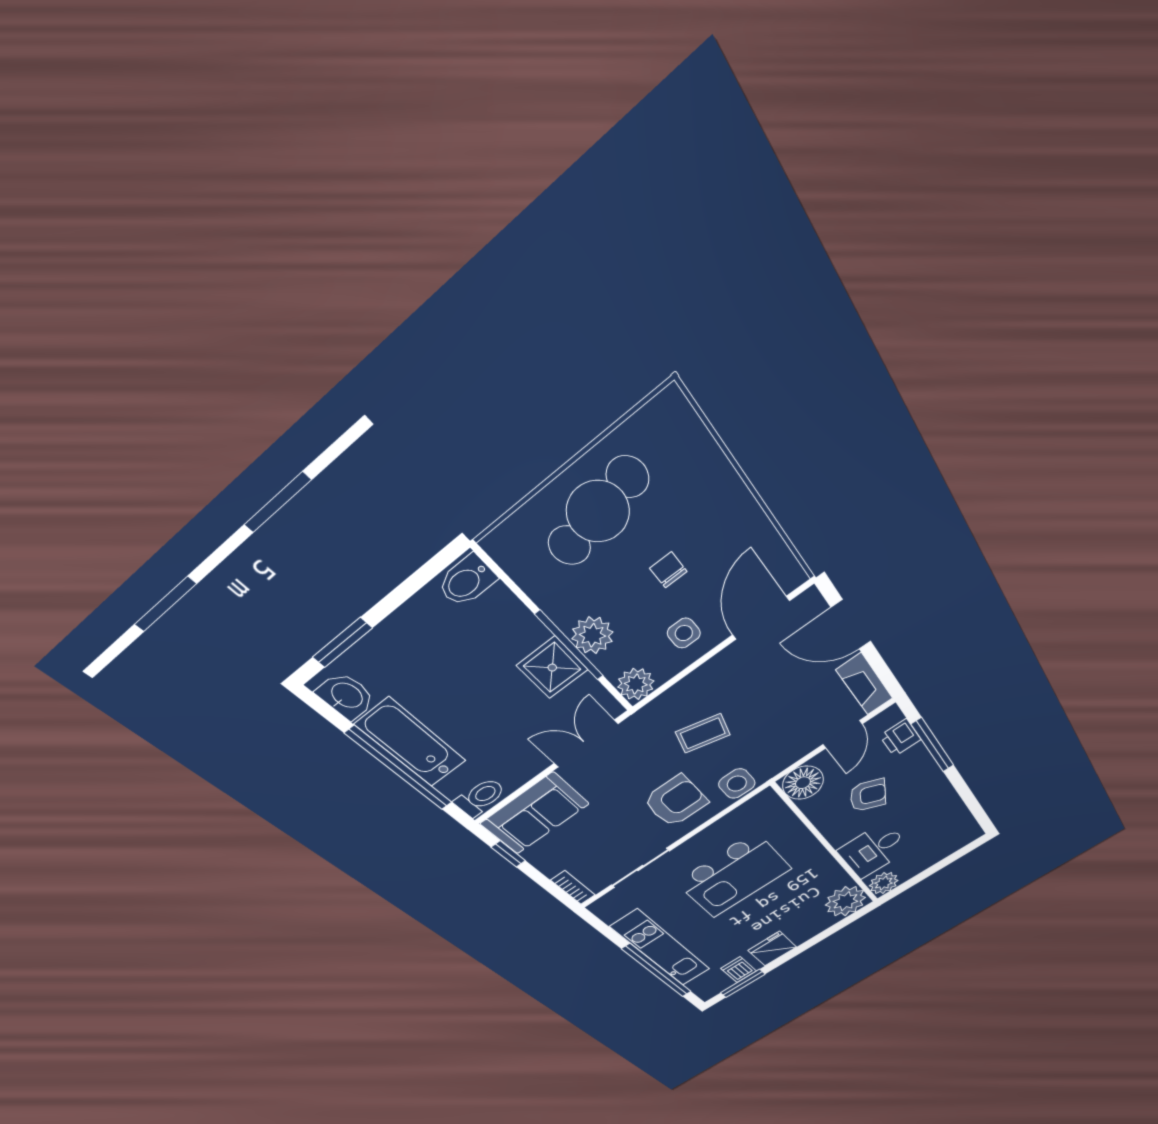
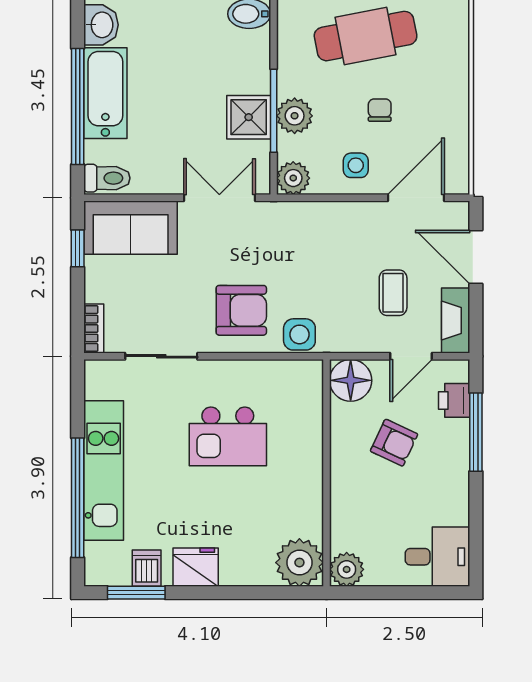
coffee table: (703, 733) -> (393, 293), moved, turned 75
desk: (873, 850) -> (438, 557), moved, turned 180
kitchen island: (734, 875) -> (228, 436), width x0.73, depth x0.78

